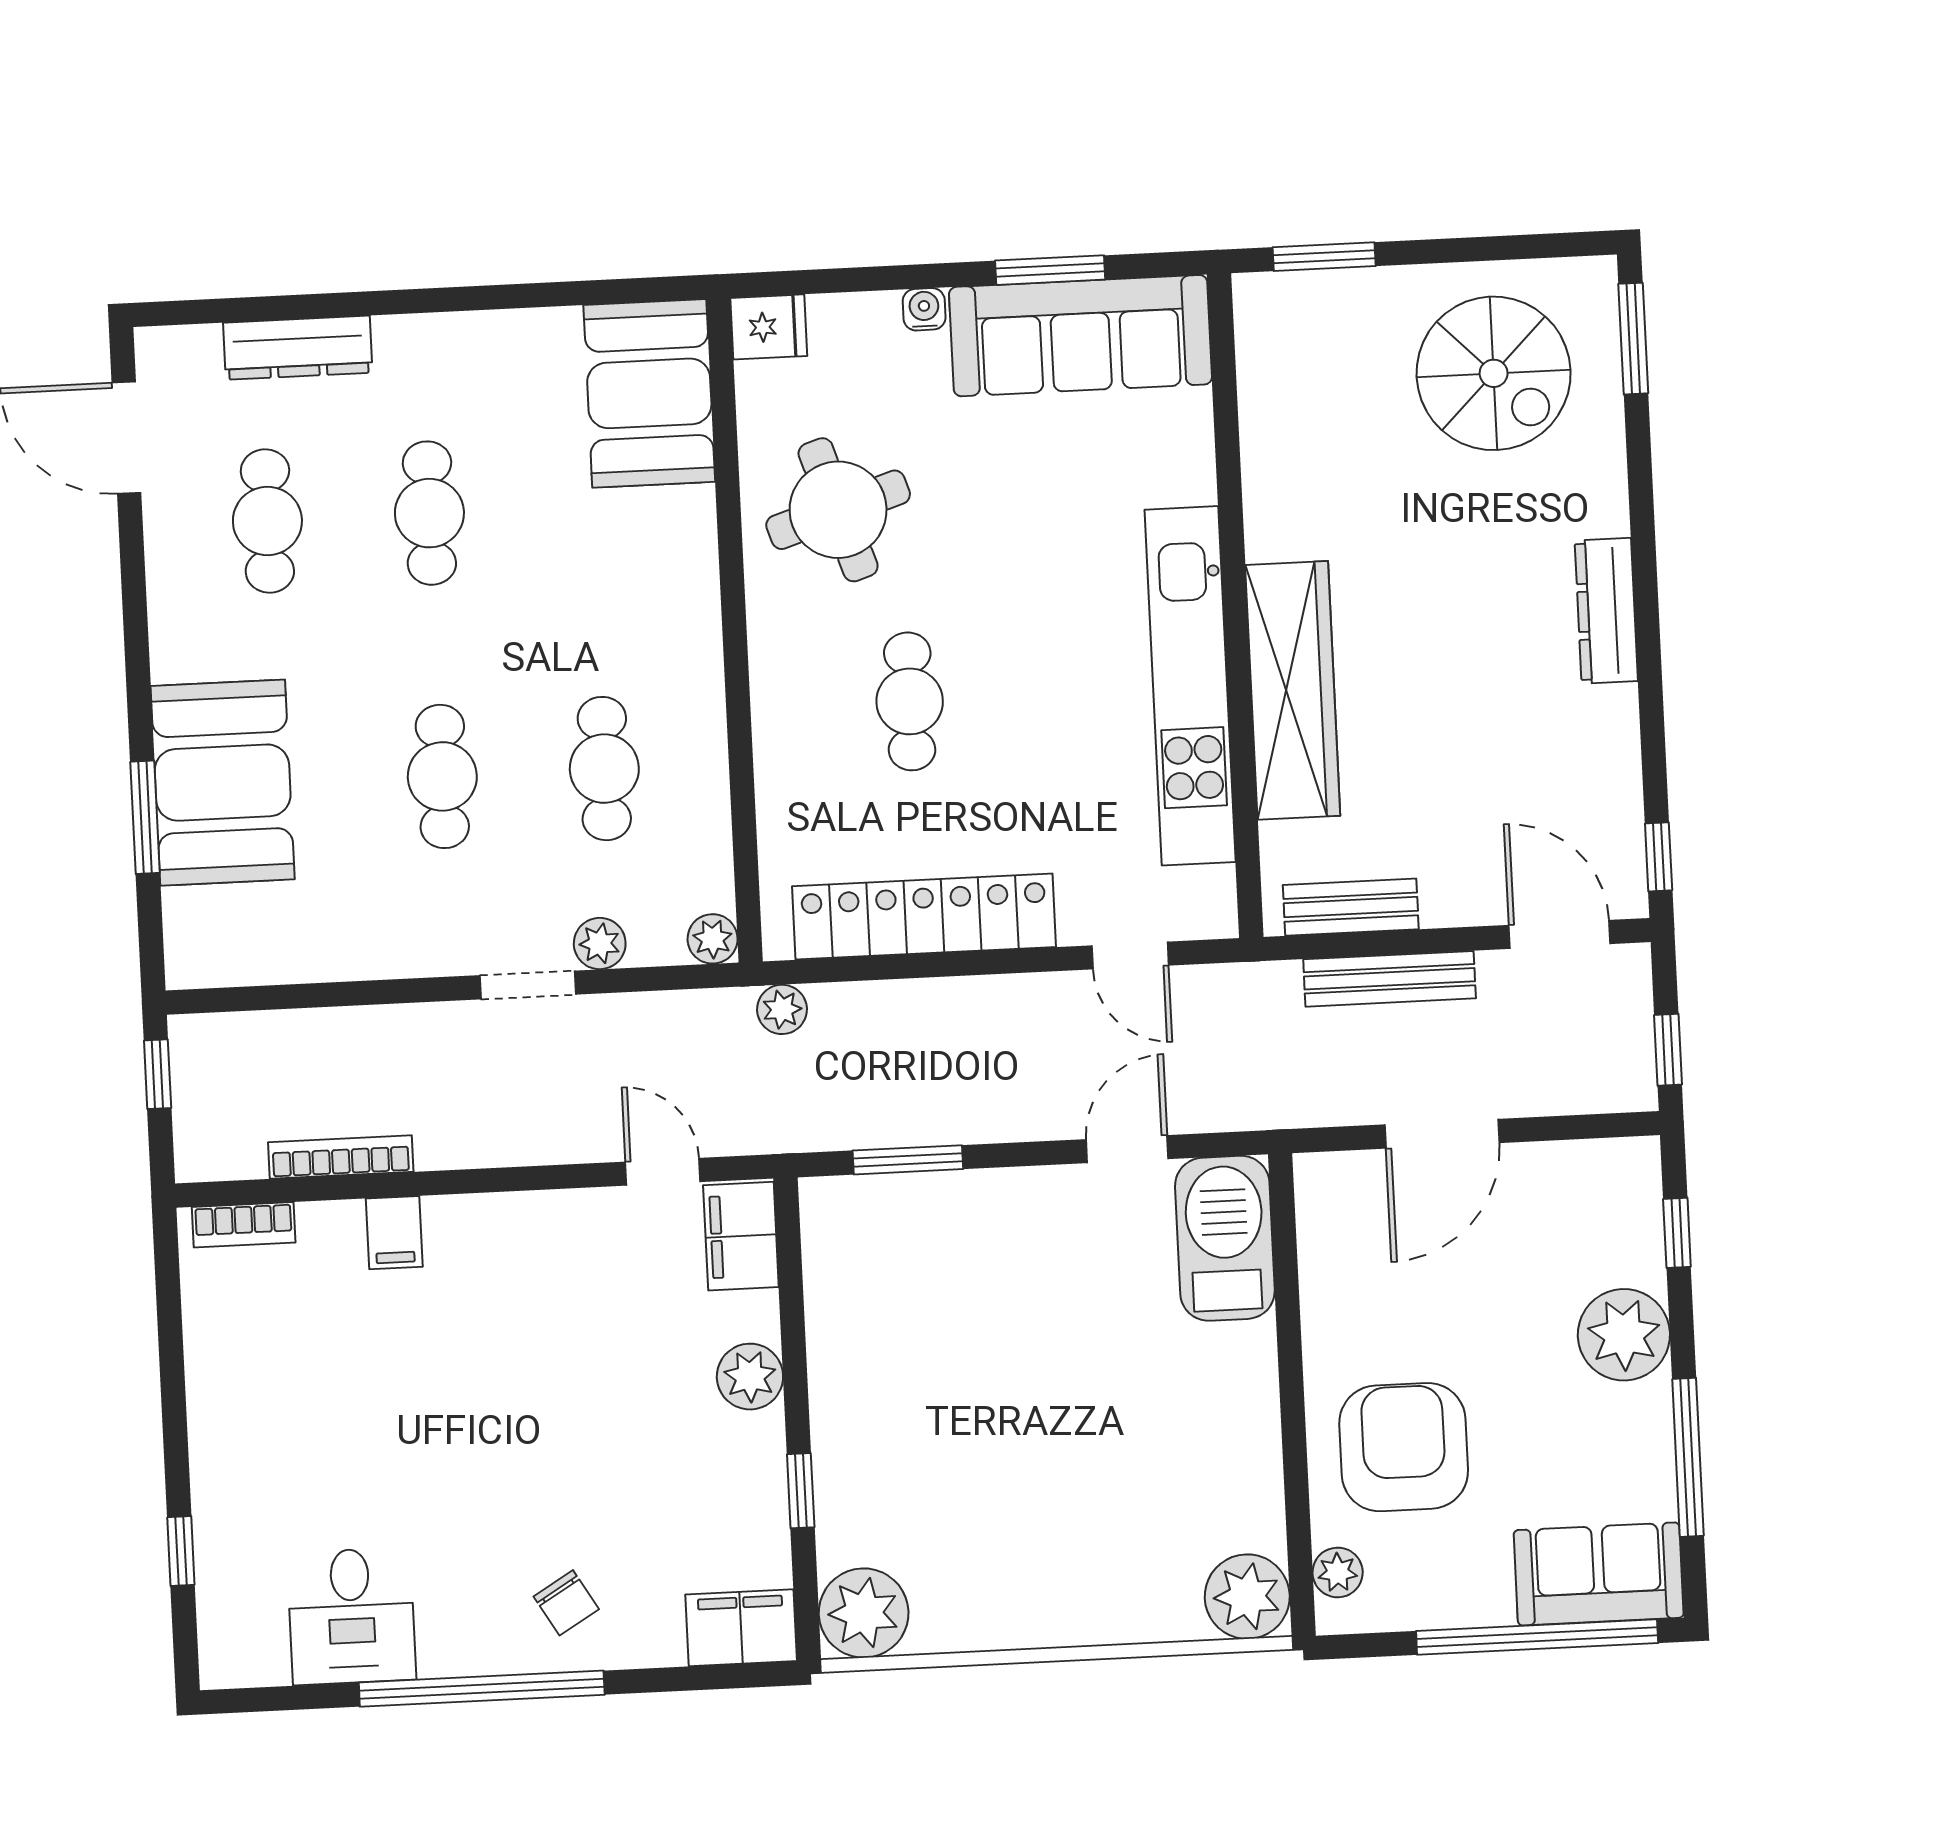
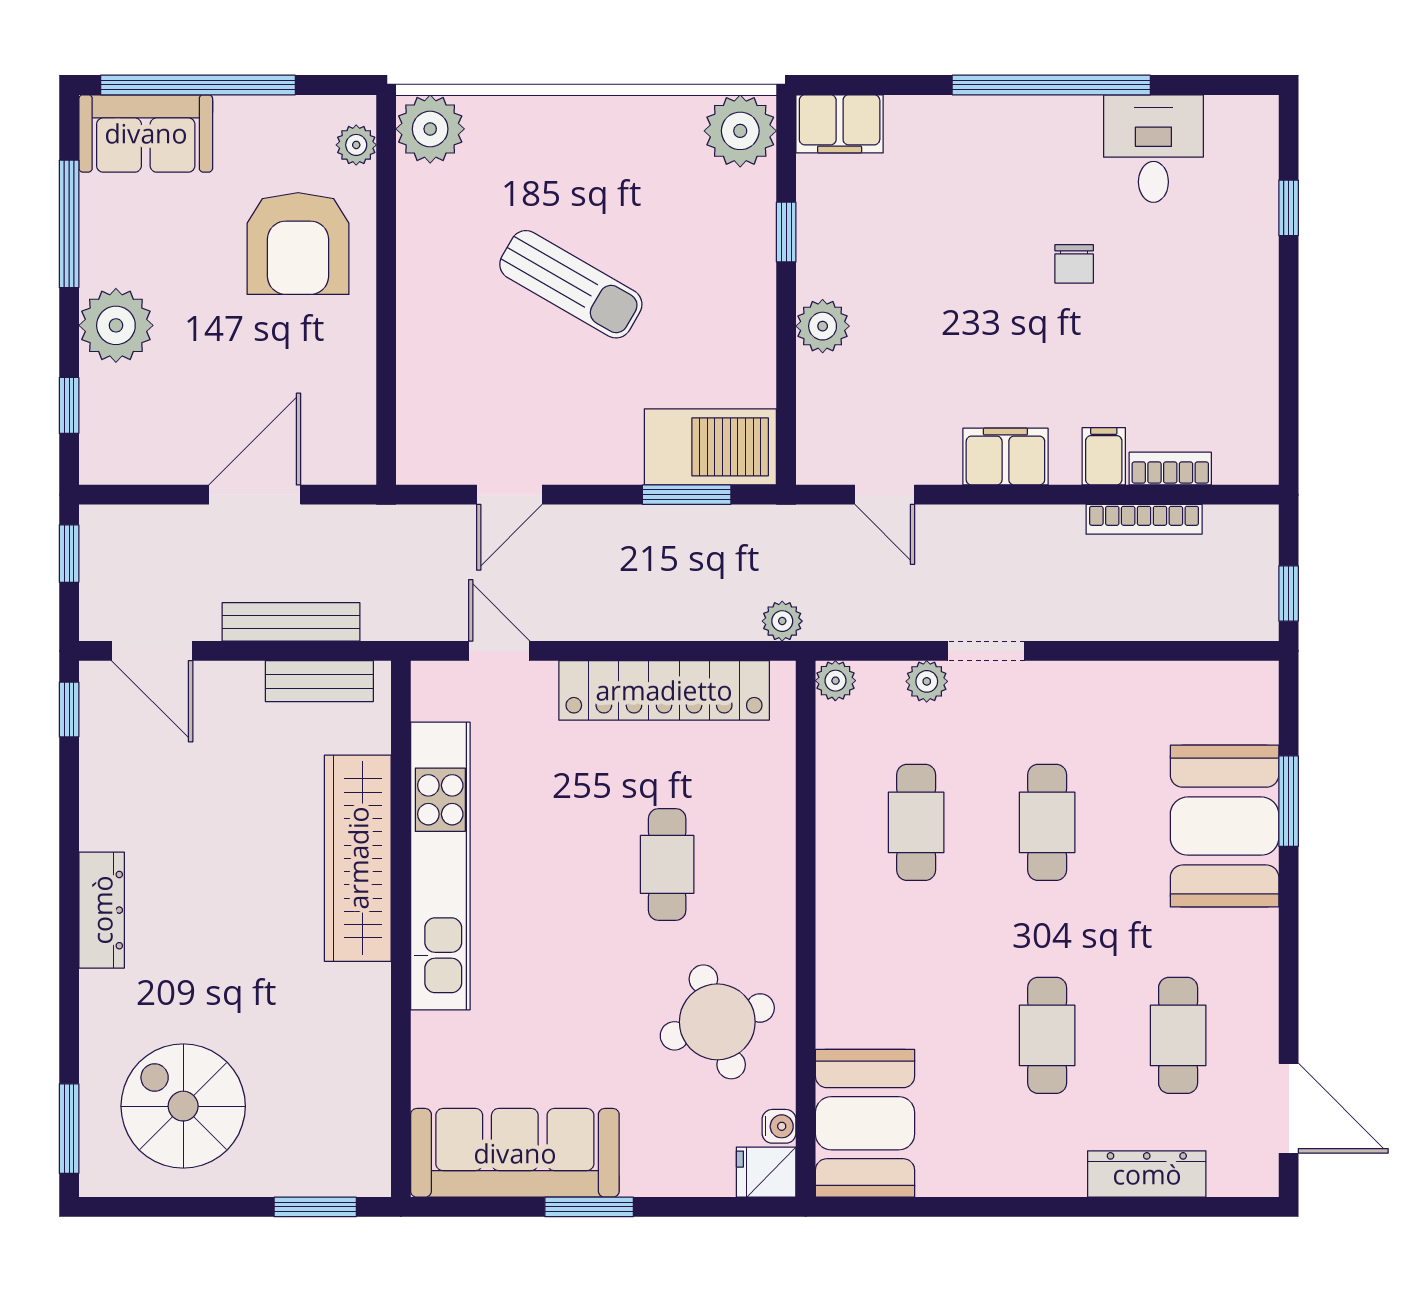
window: (1050, 270) -> (589, 1207), moved
water cooler: (924, 309) -> (779, 1126), moved, turned -90
bookcase: (244, 1225) -> (1170, 469), moved
filing cabinet: (741, 1236) -> (1005, 457), moved, turned -90
barbecue: (1225, 1238) -> (710, 447), moved, turned -90
sun lounger: (1064, 1413) -> (571, 284), added
chair: (566, 1603) -> (1074, 264), moved, turned -149

